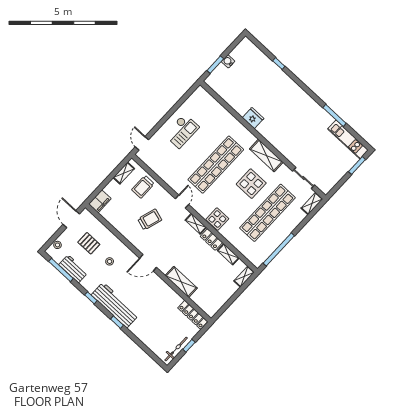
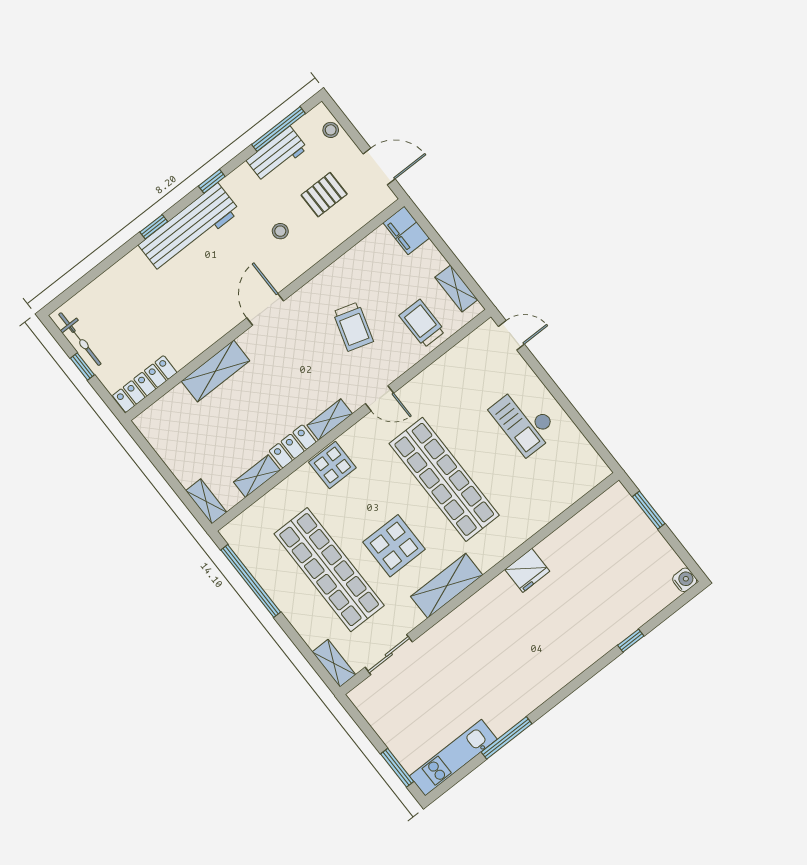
water cooler: (228, 61) -> (685, 580), moved

